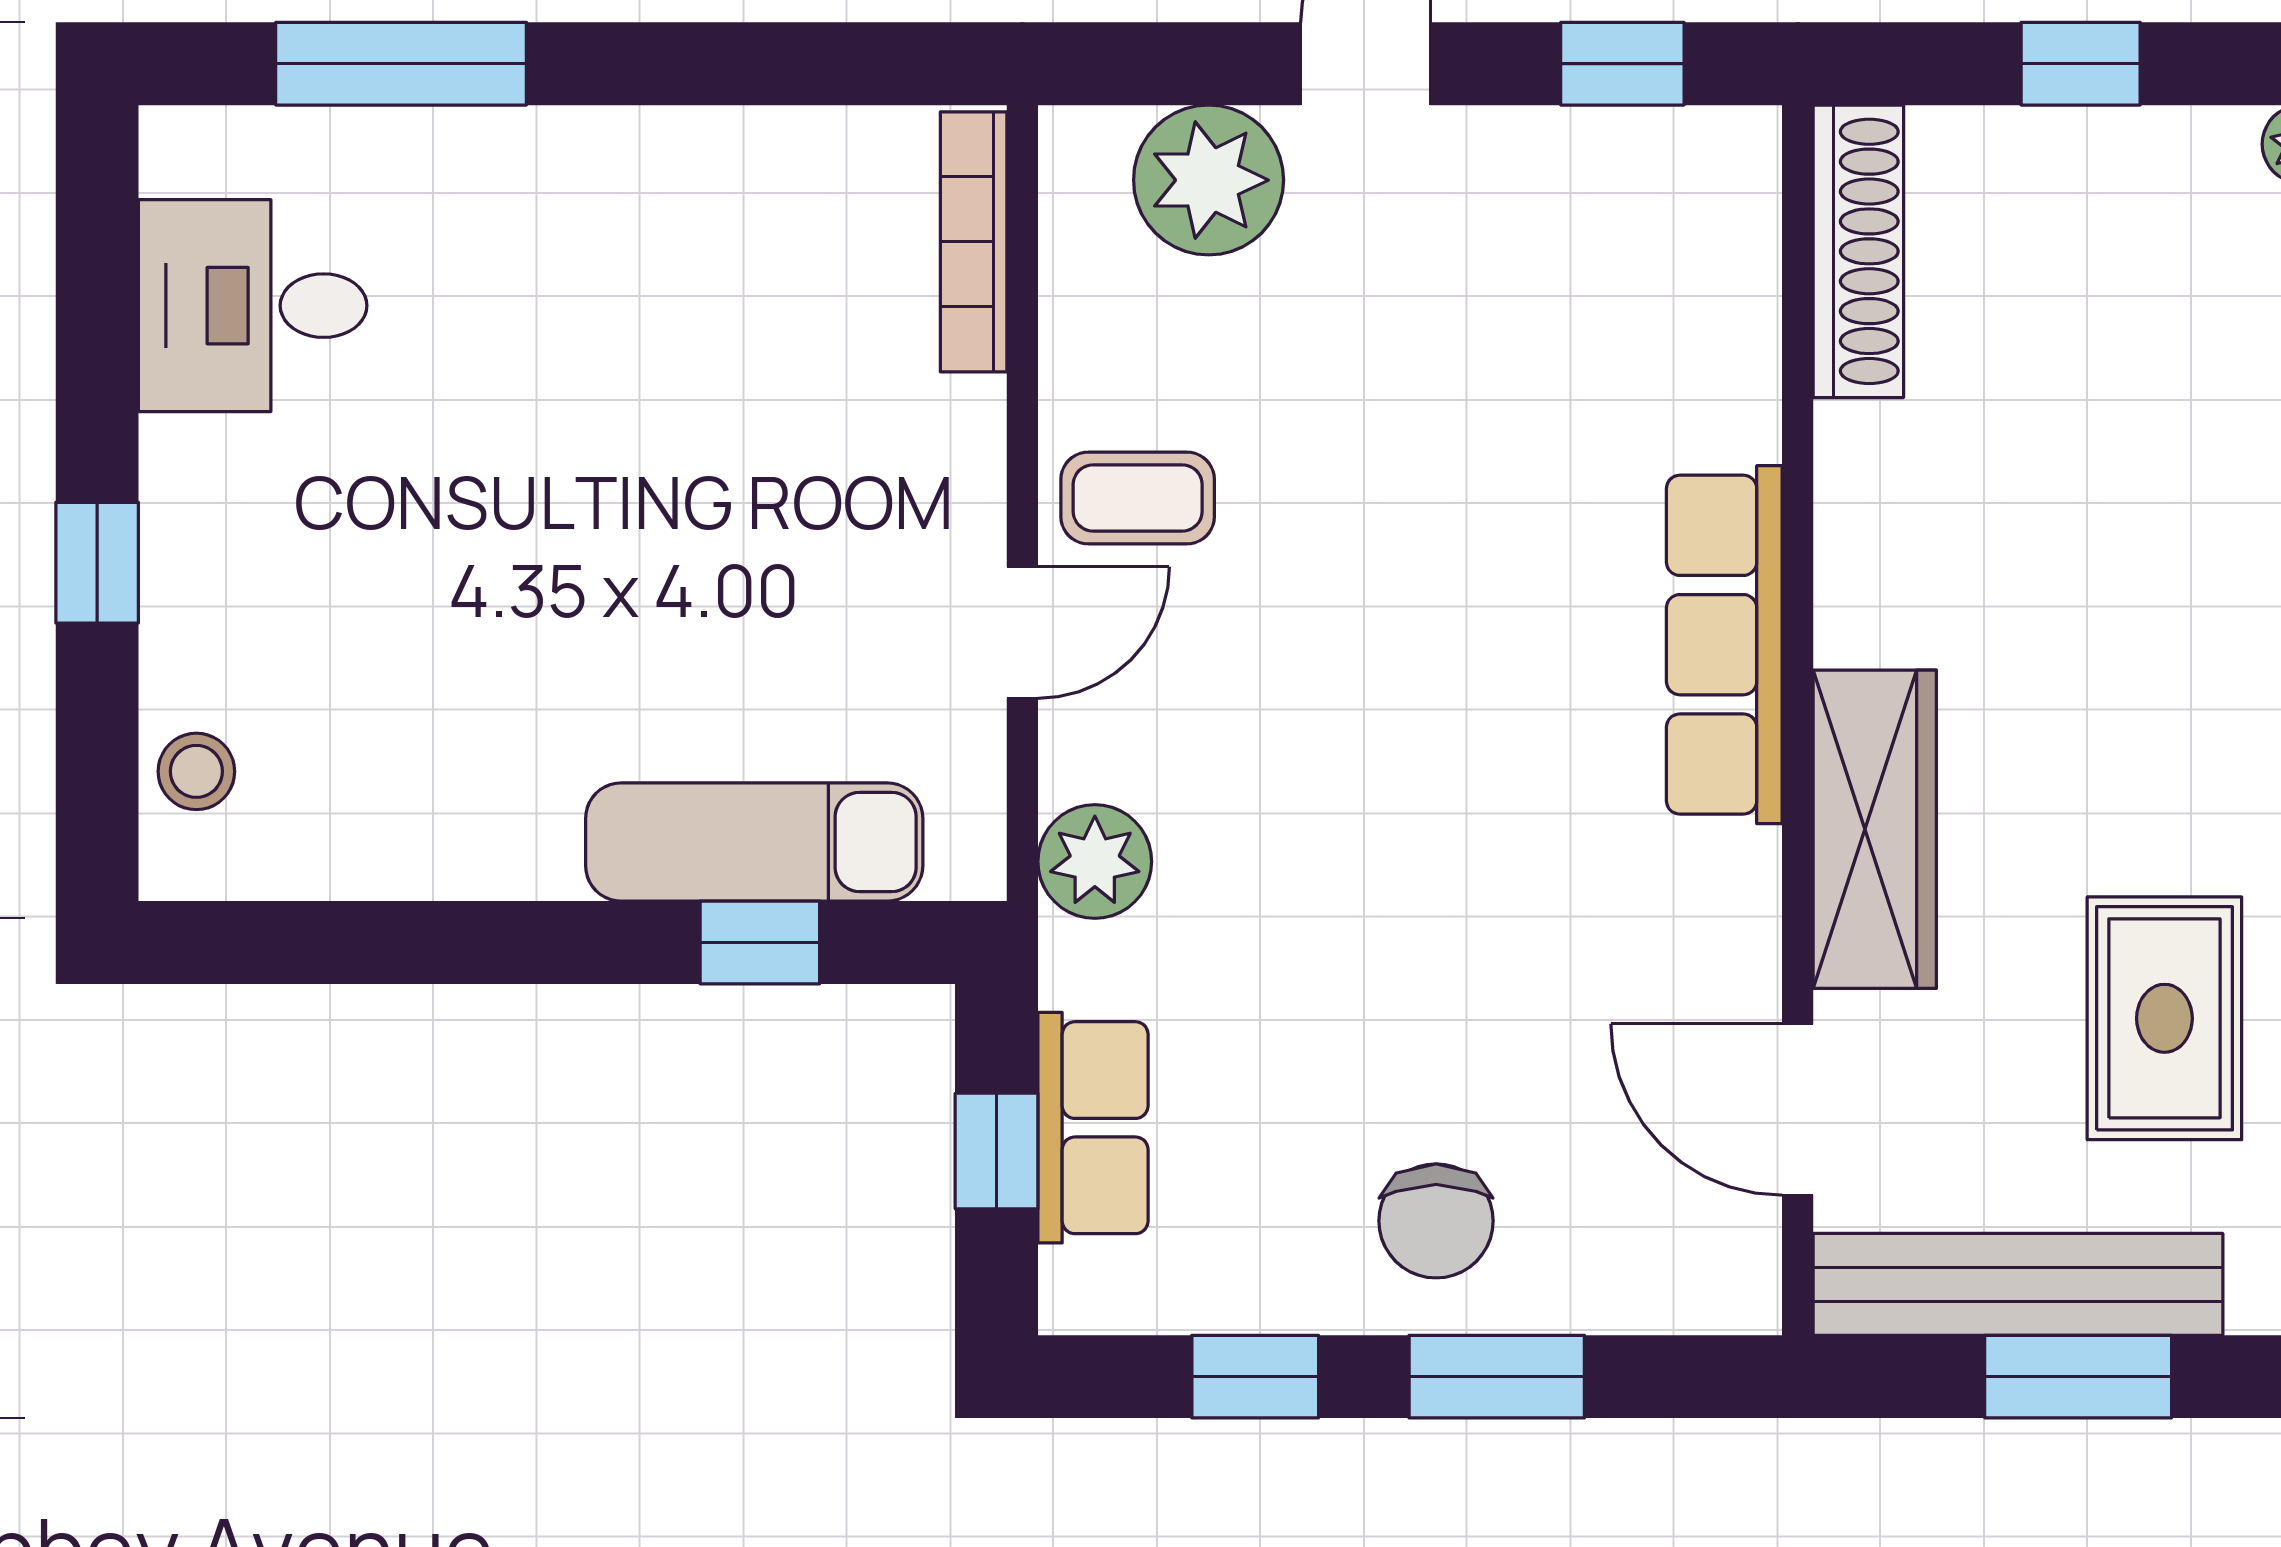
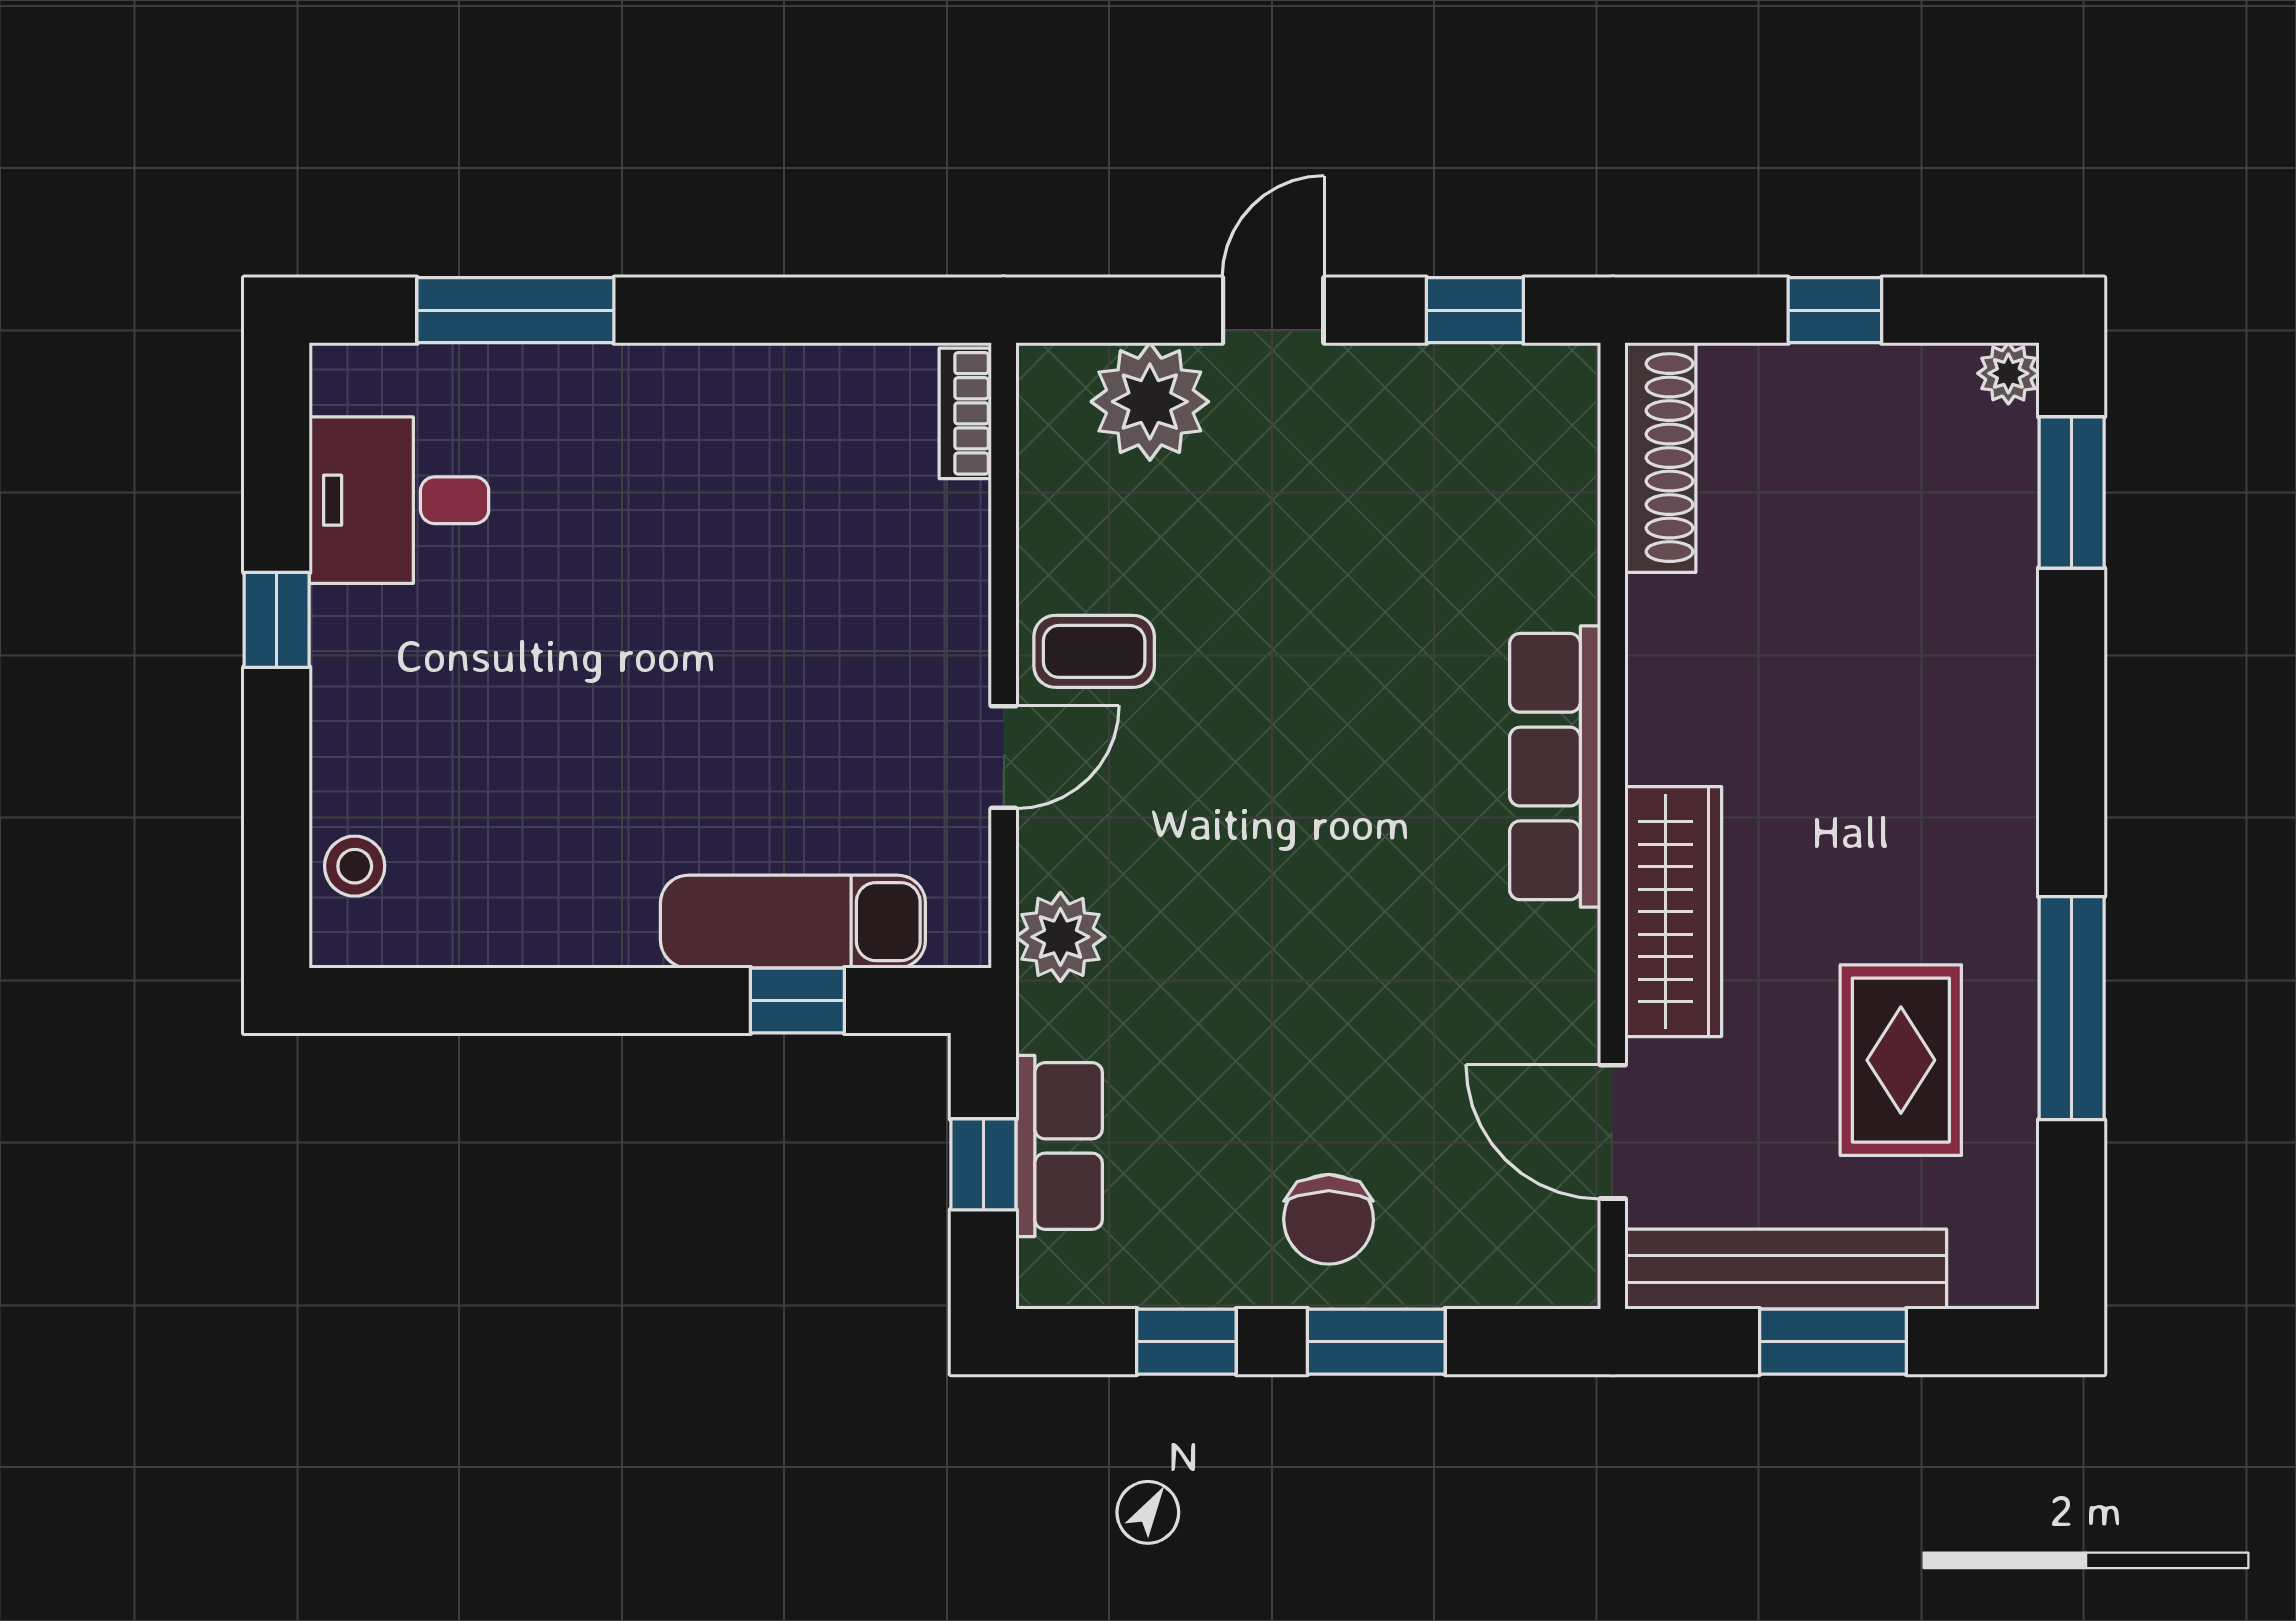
bookcase: (974, 242) -> (965, 413), width x0.64
window: (97, 563) -> (277, 620), moved

